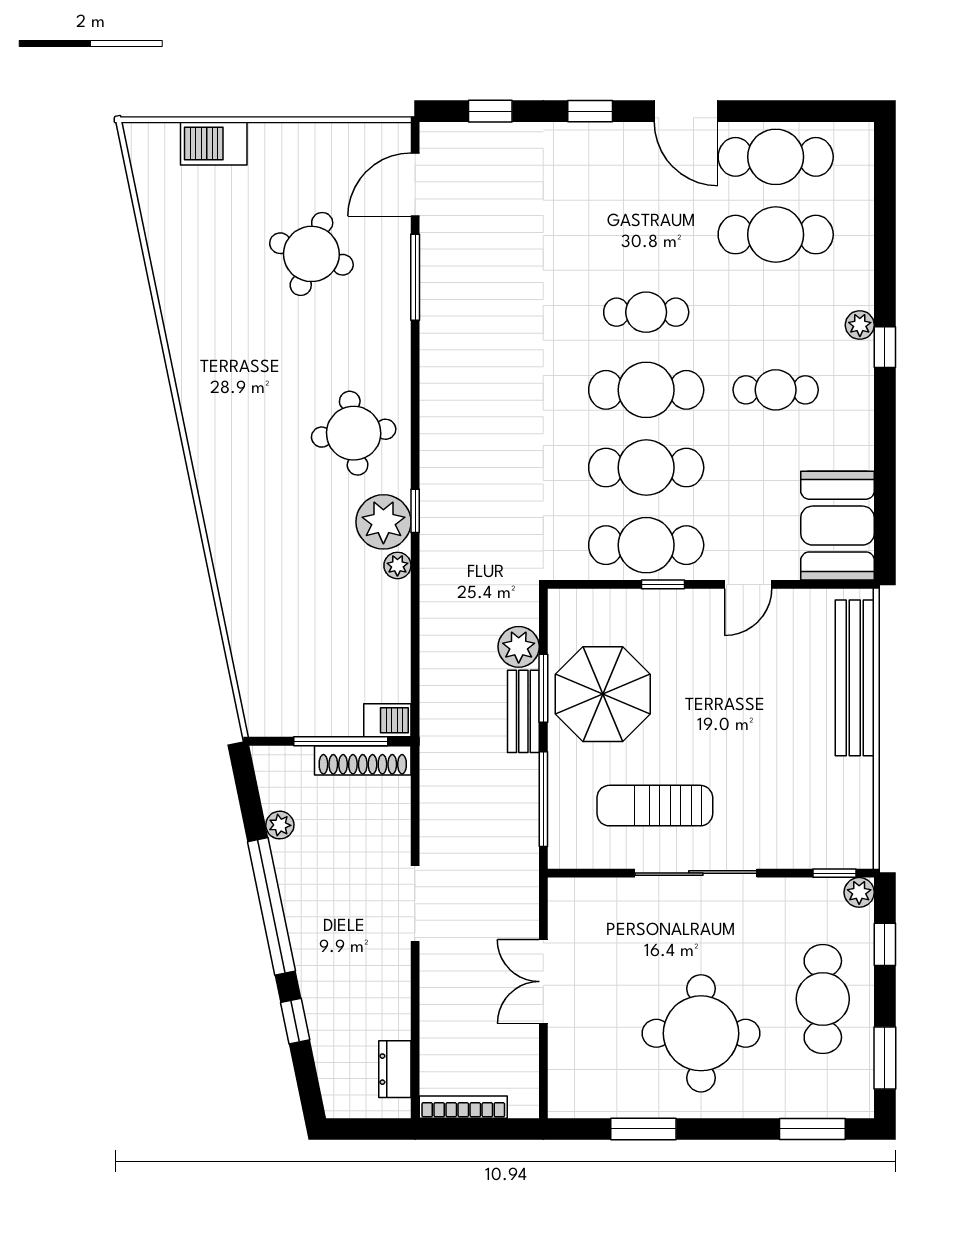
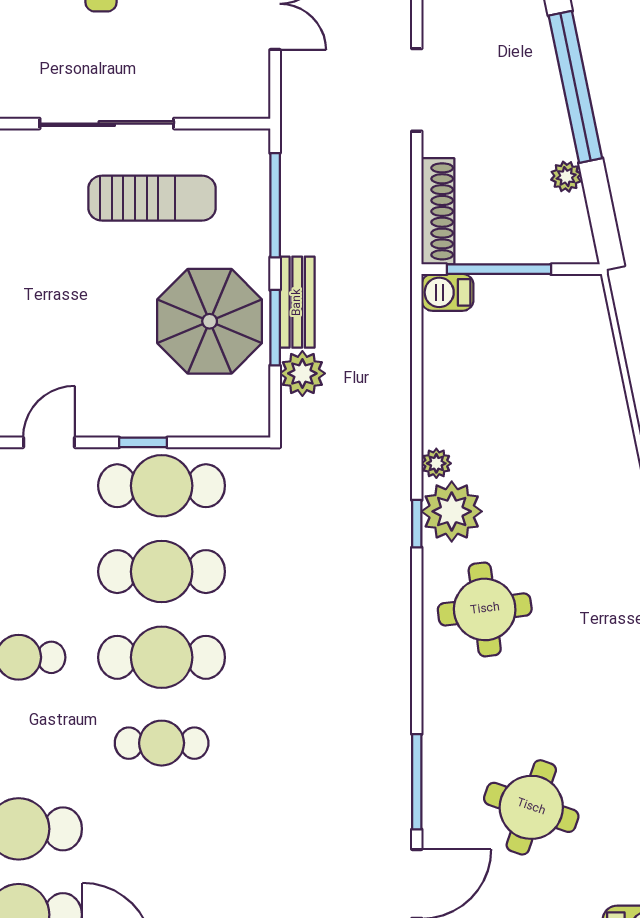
shoe rack: (363, 760) -> (438, 211), moved, turned 90

